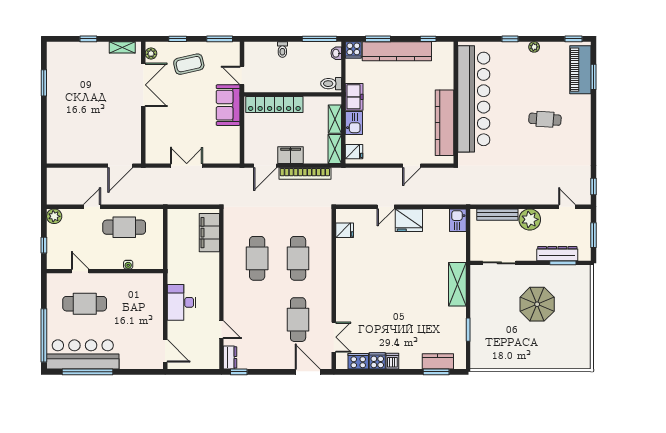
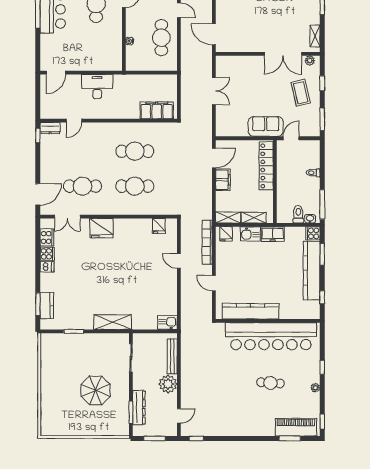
toilet: (331, 84) -> (298, 214), moved
cafe table: (545, 119) -> (270, 383), moved, turned 90
door: (265, 166) -> (214, 158), swing flipped
bookcase: (305, 174) -> (207, 242), moved
fridge: (409, 220) -> (101, 228), moved, turned -90

